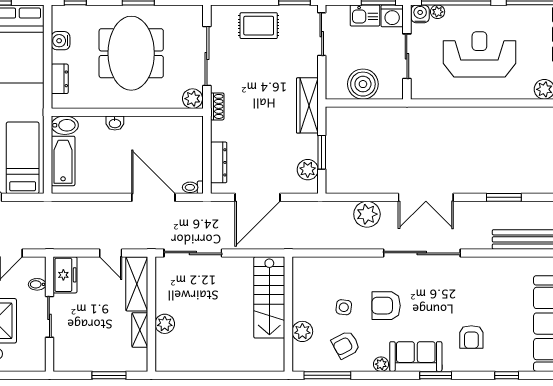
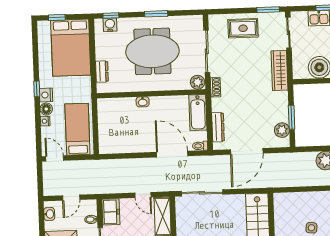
water cooler: (61, 41) -> (110, 25), moved, turned 90
meeting table: (131, 53) -> (152, 51), turned 90
wardrobe: (307, 105) -> (279, 70), moved
bidet: (65, 125) -> (107, 105), removed
bathtub: (63, 161) -> (198, 113), moved, turned 180

